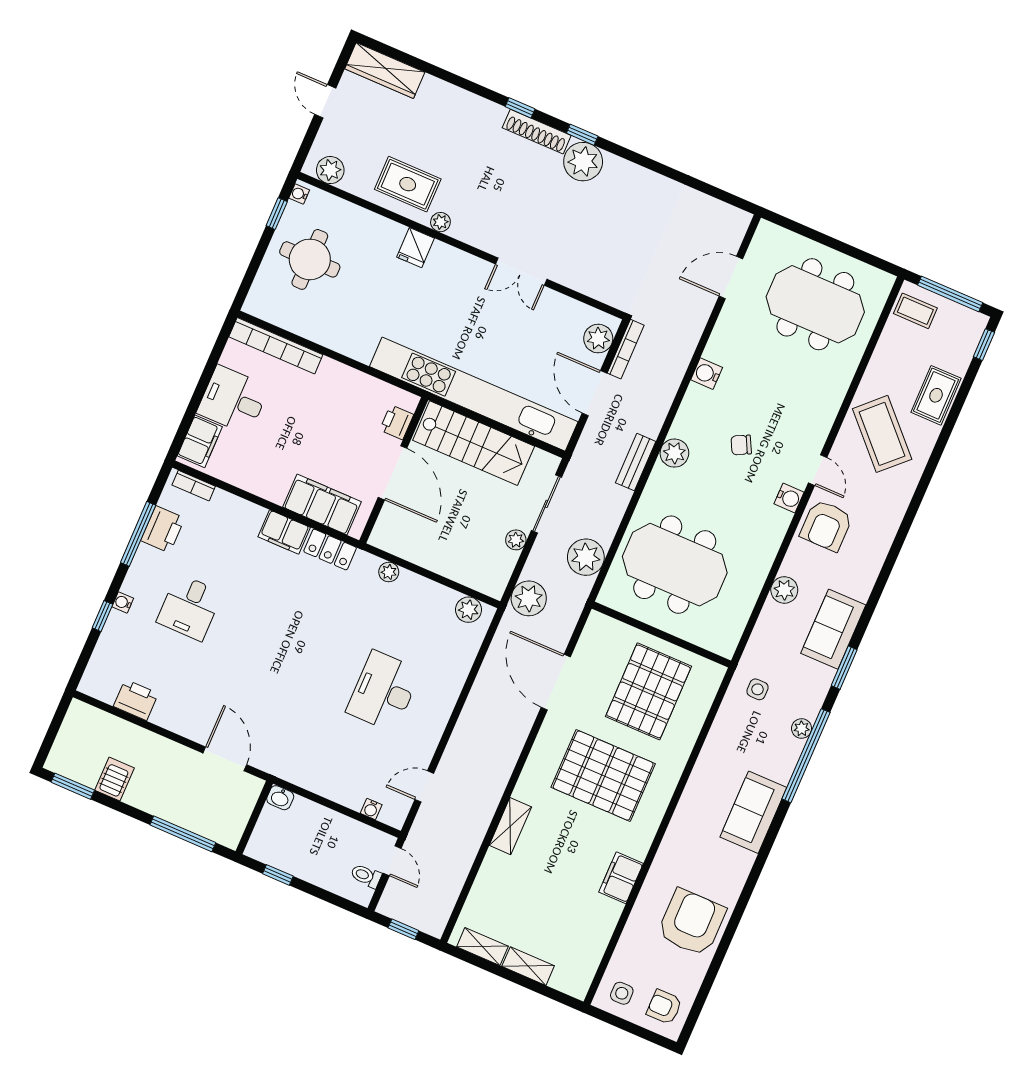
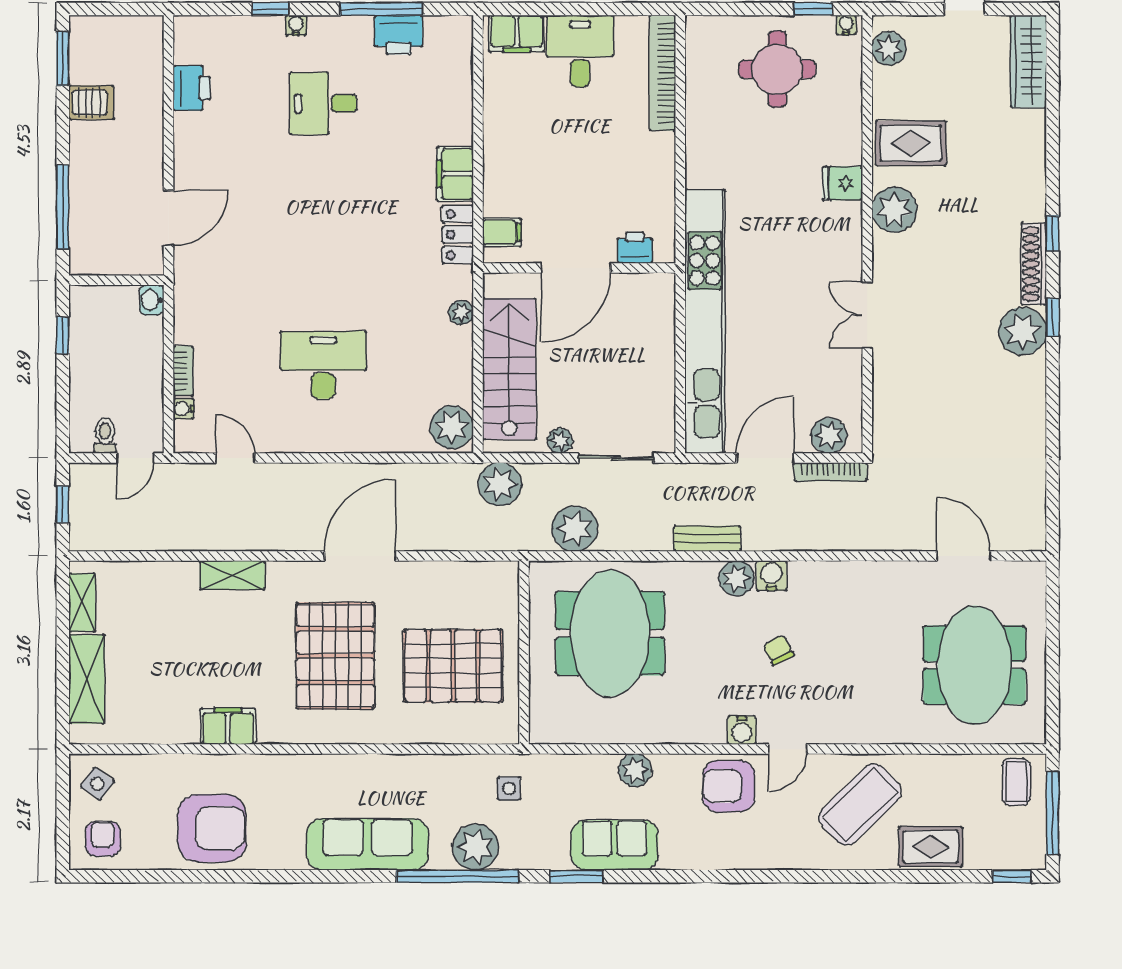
rug: (408, 184) -> (911, 143), turned 90
plant: (440, 222) -> (894, 210), width x1.87, depth x1.87
water cooler: (707, 374) -> (772, 576), moved
stairs: (474, 443) -> (509, 369), moved, turned 180
bookcase: (194, 486) -> (183, 371), moved, turned 180
filing cabinet: (322, 504) -> (502, 232), width x0.33, depth x0.86
plant: (468, 610) -> (452, 427), width x1.36, depth x1.36
door: (556, 682) -> (360, 556), moved
plant: (802, 728) -> (476, 847), width x1.87, depth x1.87
sofa: (753, 812) -> (367, 844), width x1.36
shelving: (528, 966) -> (87, 679), width x1.50, depth x1.33
side table: (622, 993) -> (97, 784), turned 36

